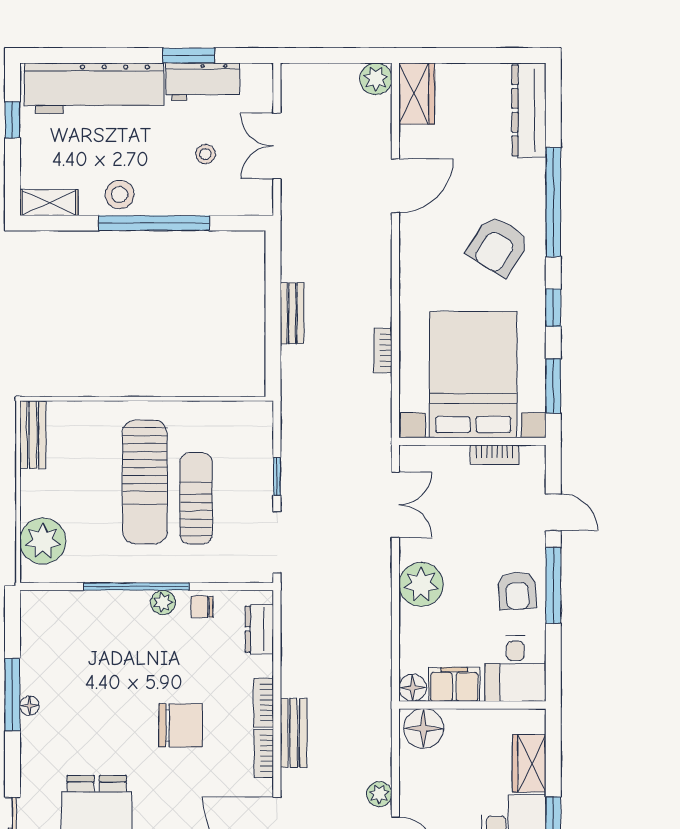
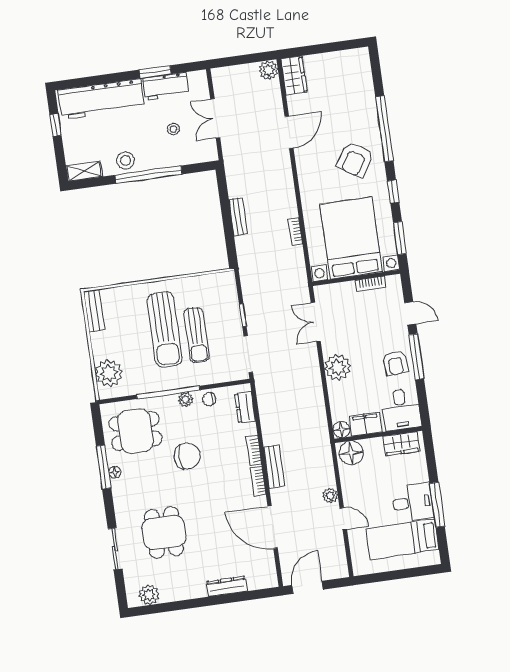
dresser: (529, 110) -> (362, 76), removed
sun lounger: (196, 498) -> (196, 335), turned 180
double door: (395, 505) -> (316, 322), swing flipped
dining table: (73, 643) -> (135, 431), added
chair: (181, 726) -> (187, 456), moved
wardrobe: (529, 763) -> (401, 444), moved, turned -90

